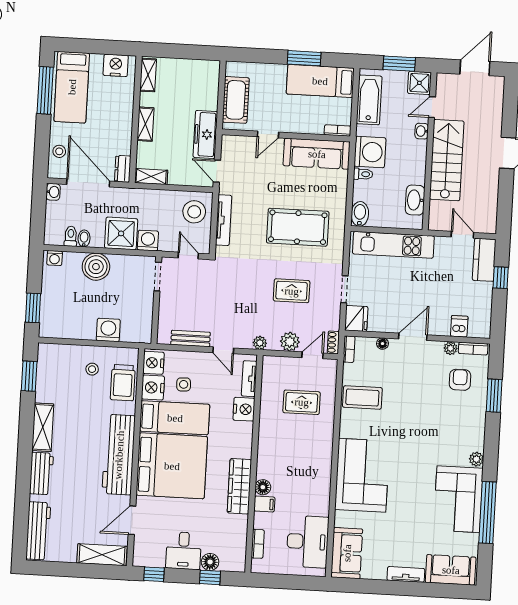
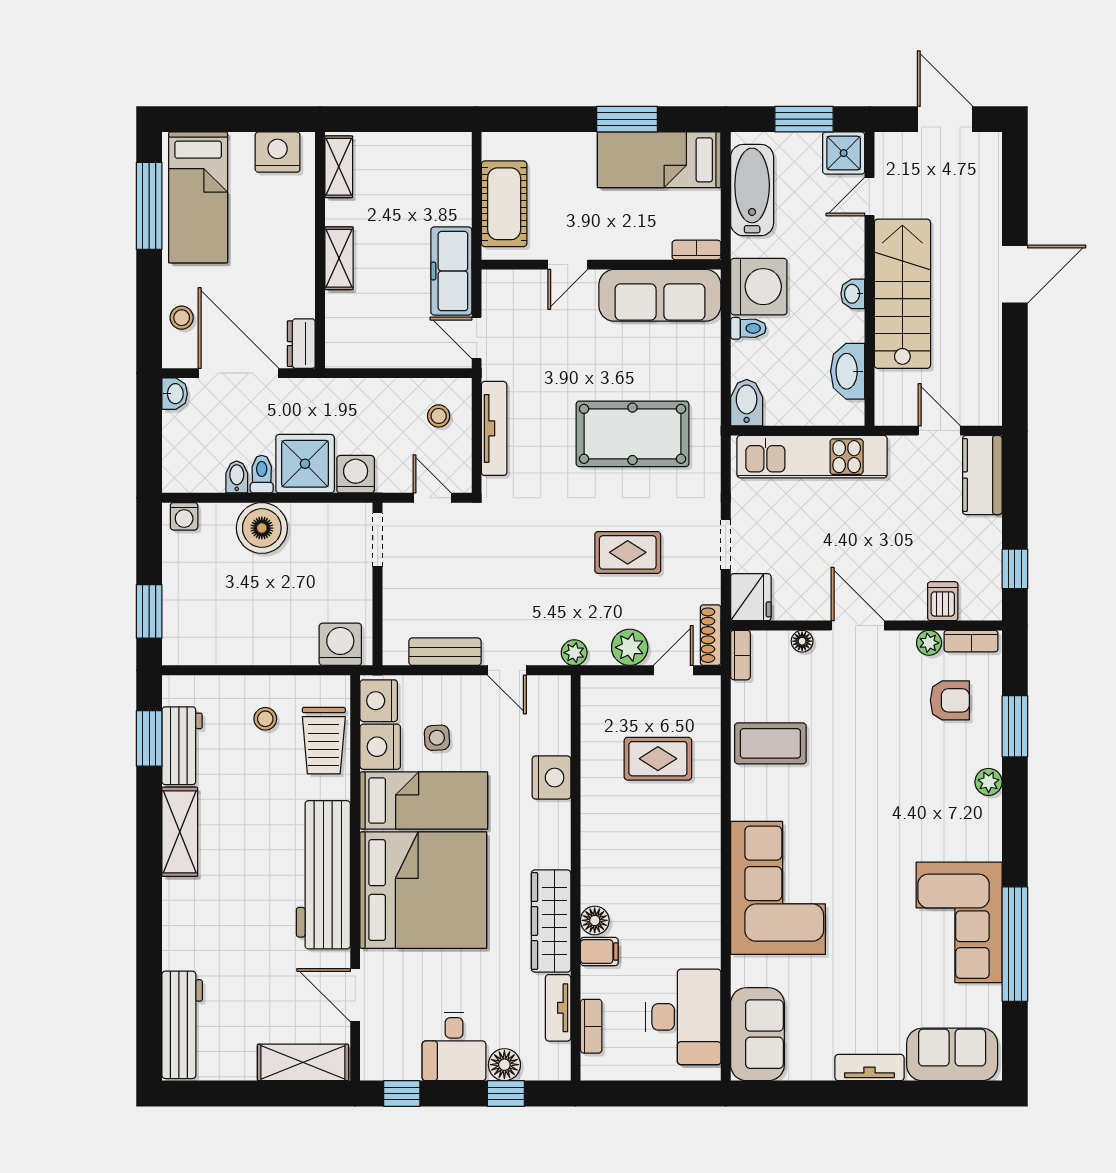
door: (475, 68) -> (945, 119), hinge flipped
washbasin: (422, 131) -> (853, 294), moved
shelving: (151, 176) -> (355, 355), removed
stool: (194, 212) -> (439, 416), width x0.53, depth x0.53
toilet: (71, 236) -> (262, 474), moved
window: (501, 278) -> (1015, 569), moved
washing machine: (108, 330) -> (340, 644), moved
door: (413, 337) -> (858, 626), hinge flipped
shoe rack: (333, 342) -> (711, 635), width x1.43
tv unit: (249, 379) -> (558, 1008), moved
armchair: (460, 380) -> (950, 700), turned 90
plant: (476, 459) -> (989, 782), moved
workbench: (41, 474) -> (182, 746), moved
door: (132, 520) -> (355, 995), hinge flipped

